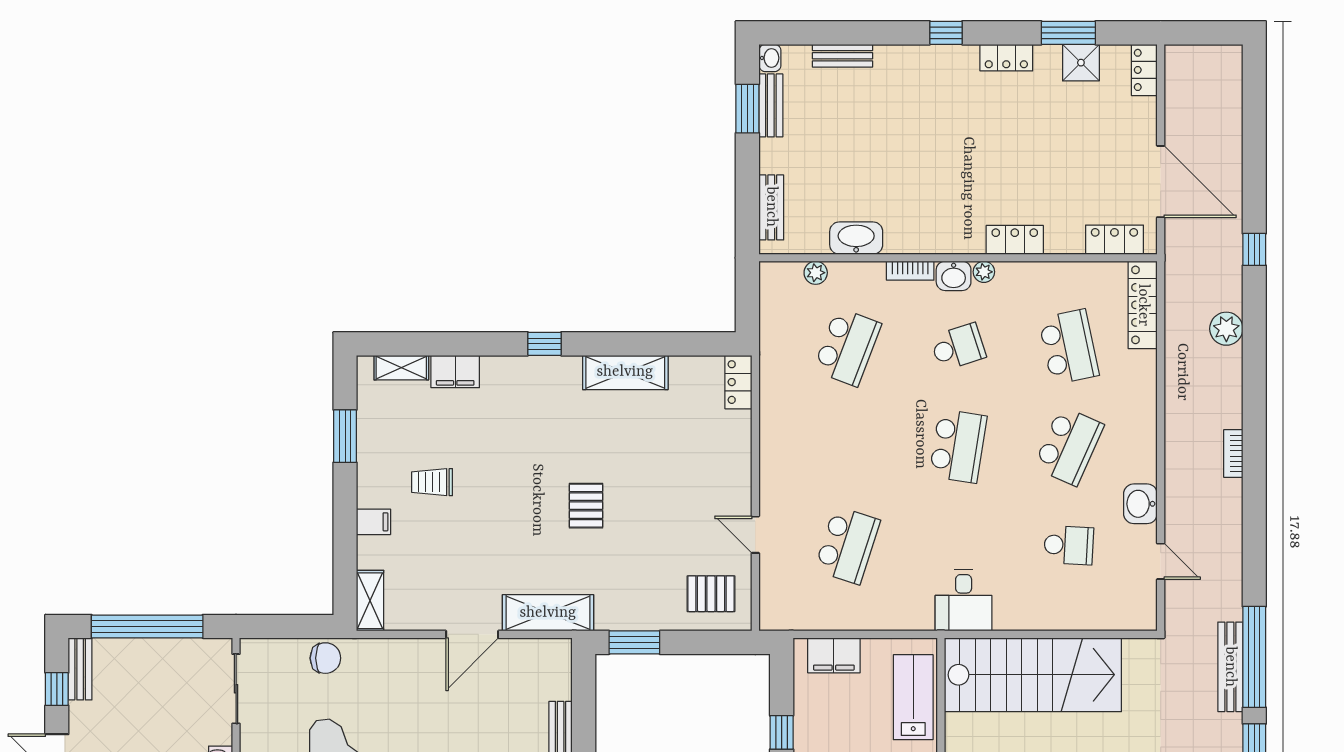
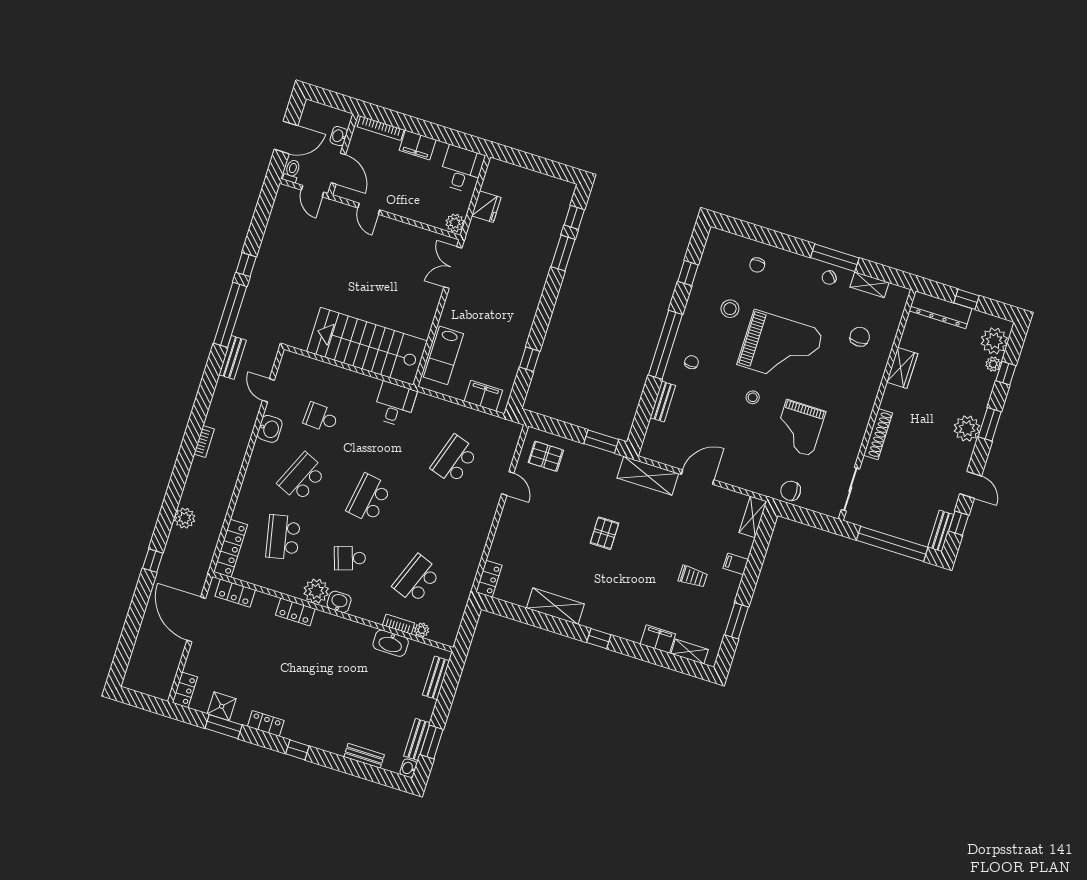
bookcase: (910, 271) -> (399, 624), moved
plant: (984, 272) -> (316, 591), width x1.88, depth x1.88
bench: (1230, 667) -> (233, 357), moved, width x0.73

